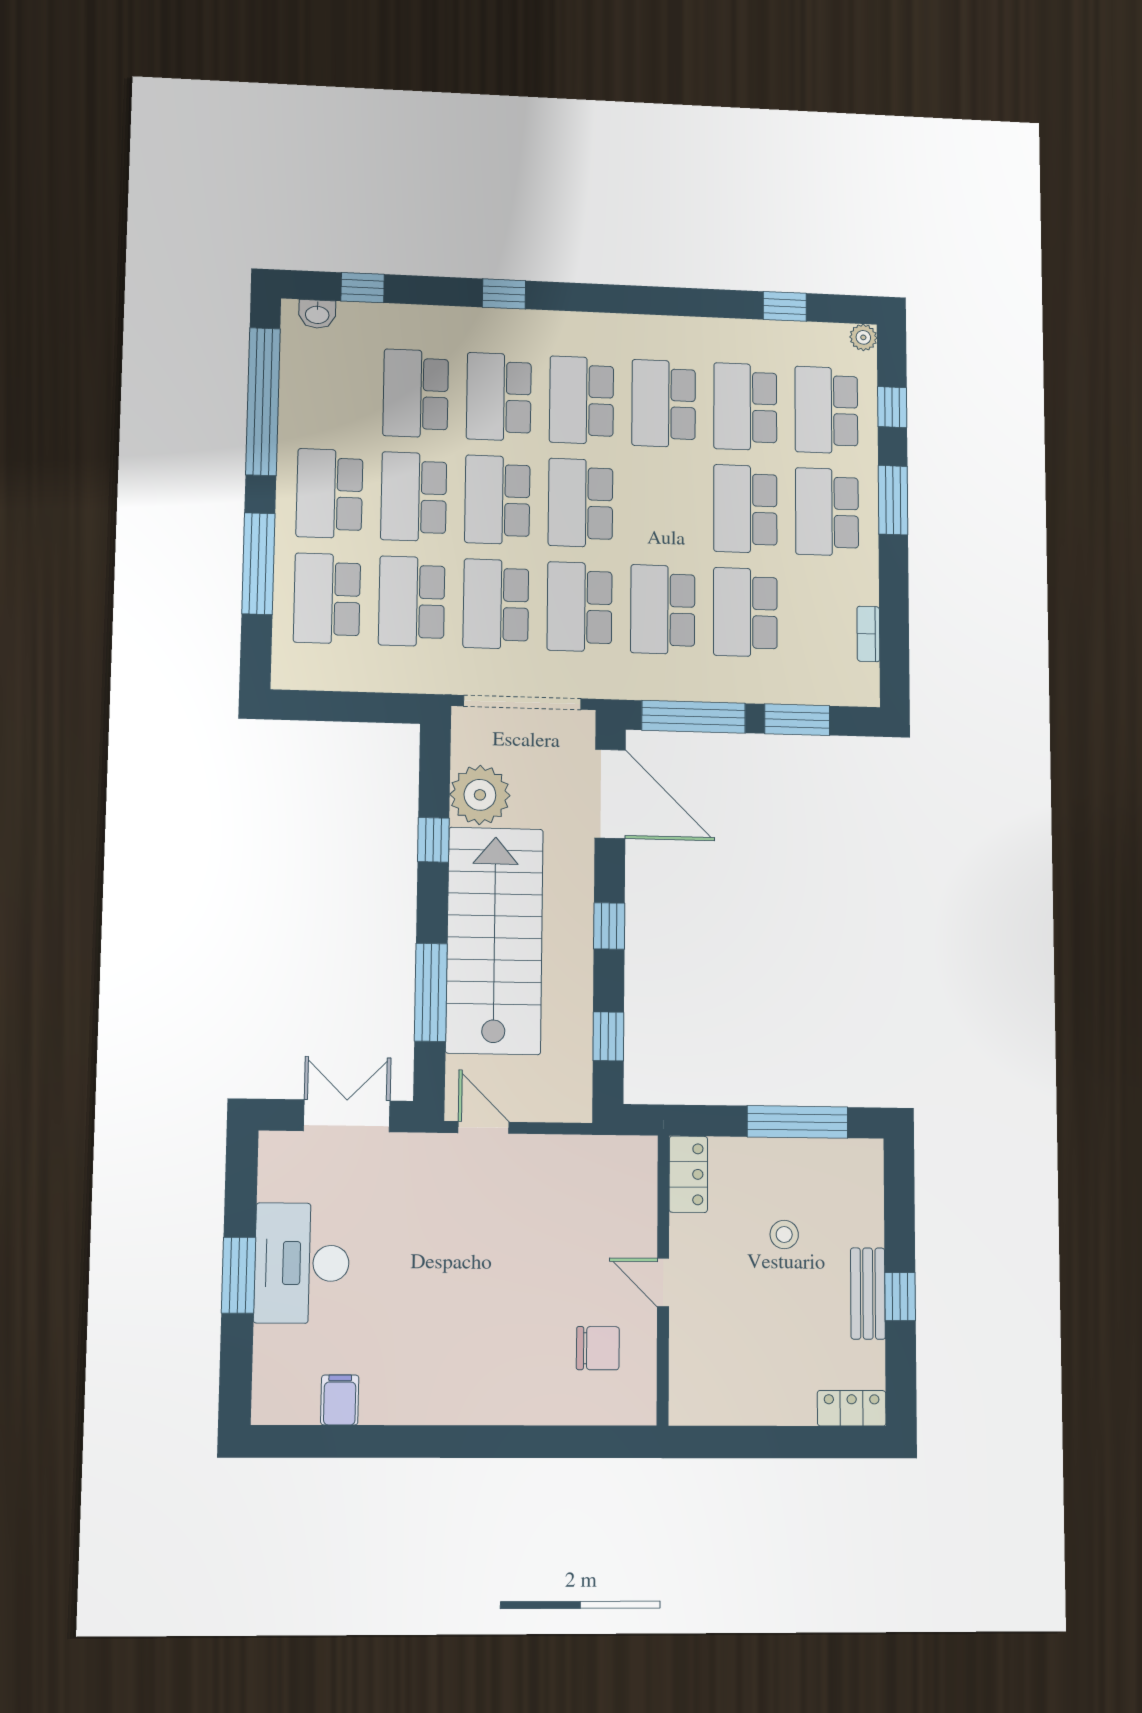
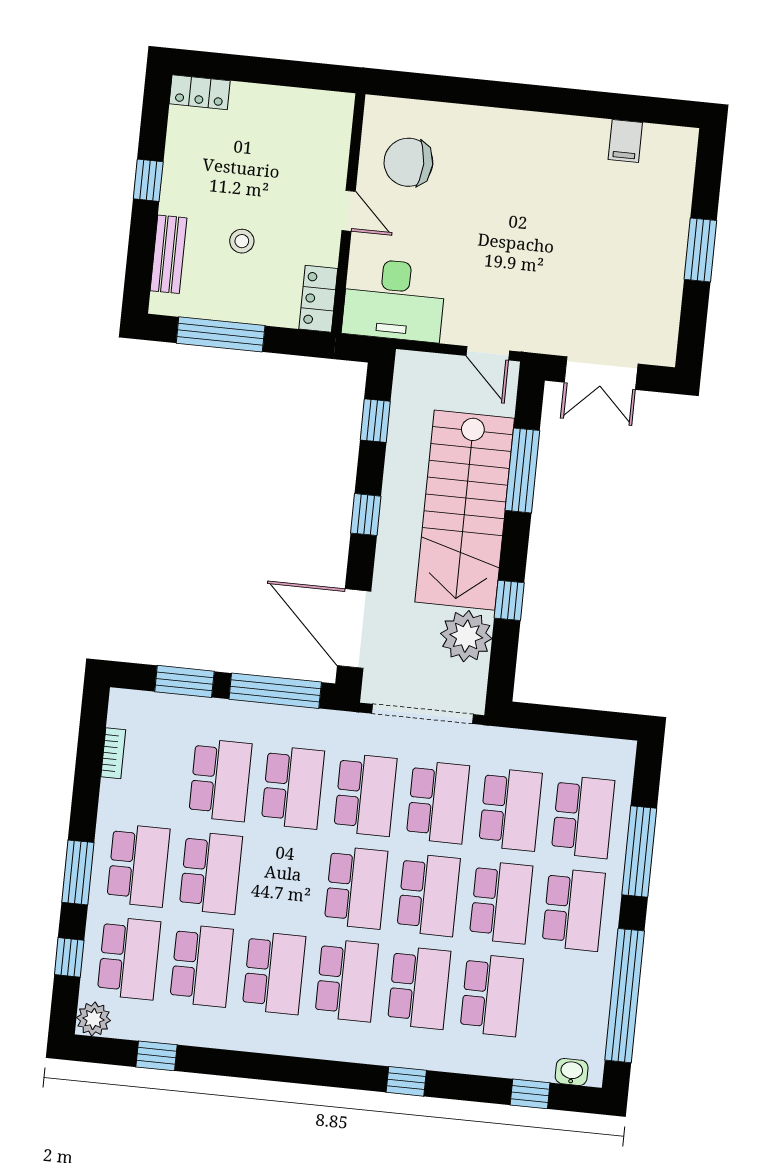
plant: (863, 337) -> (93, 1019), width x1.38, depth x1.38
desk: (302, 1263) -> (394, 300), moved, turned 90
bench: (868, 1294) -> (169, 254), moved
chair: (598, 1348) -> (408, 162), width x1.37, depth x1.37

